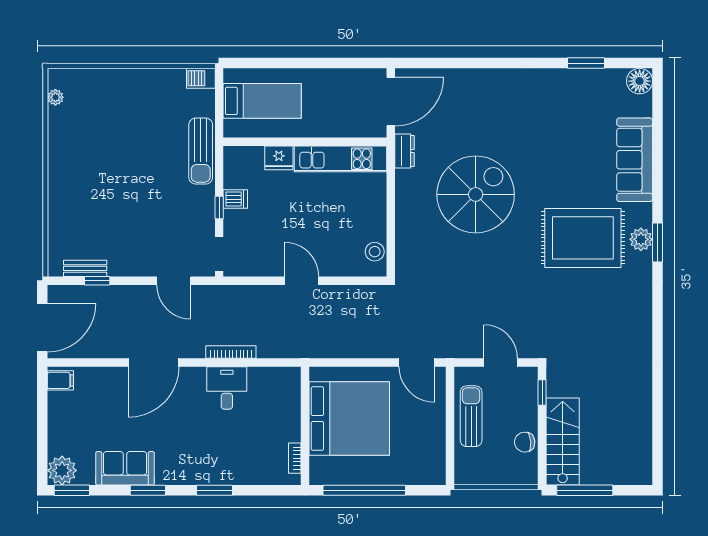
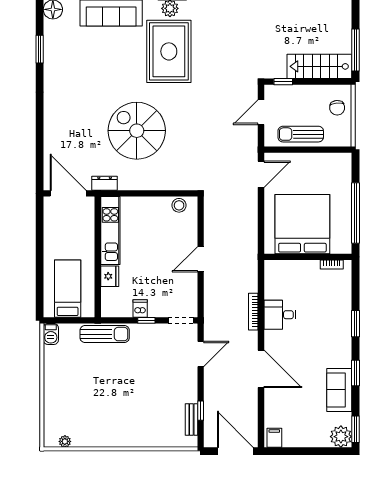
chair: (525, 442) -> (337, 108), moved

